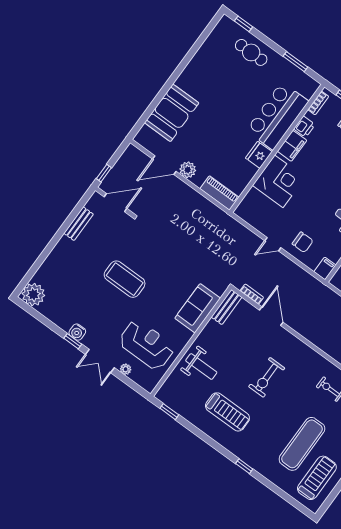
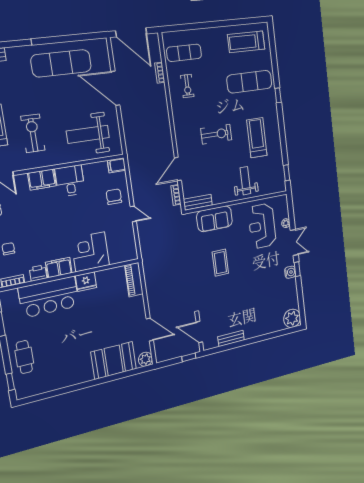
plant: (188, 170) -> (145, 359), moved
coffee table: (125, 279) -> (220, 263), moved, width x0.73, depth x0.76
exercise mat: (302, 444) -> (249, 82), moved

